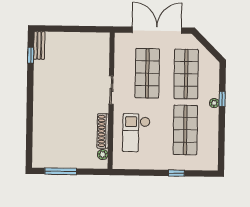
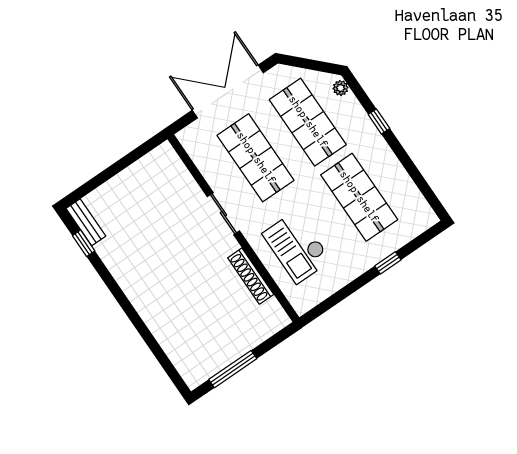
plant: (214, 103) -> (341, 88), moved
plant: (103, 155) -> (273, 308), removed

